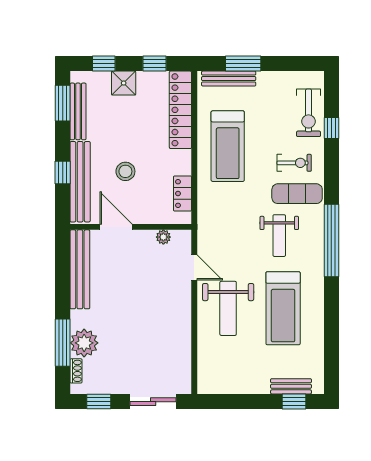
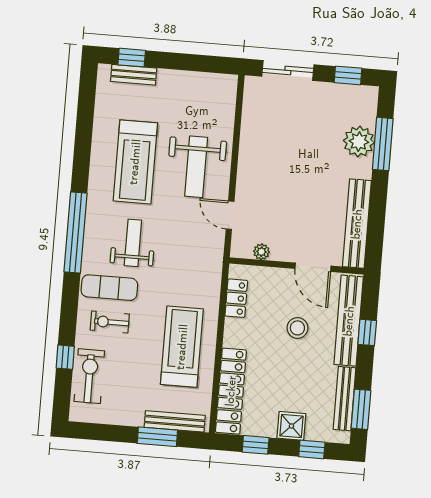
weight bench: (228, 308) -> (196, 167), turned 180
treadmill: (283, 308) -> (135, 162), turned 180
shoe rack: (76, 371) -> (370, 111), removed

